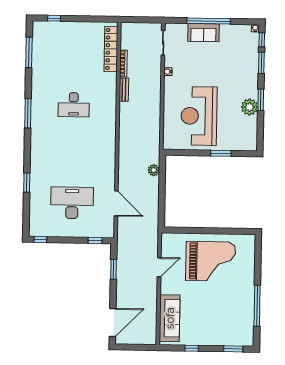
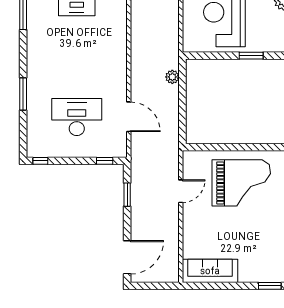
window: (27, 182) -> (23, 94), width x1.44
sofa: (170, 318) -> (210, 271), moved, turned -90
window: (192, 348) -> (221, 286), removed

